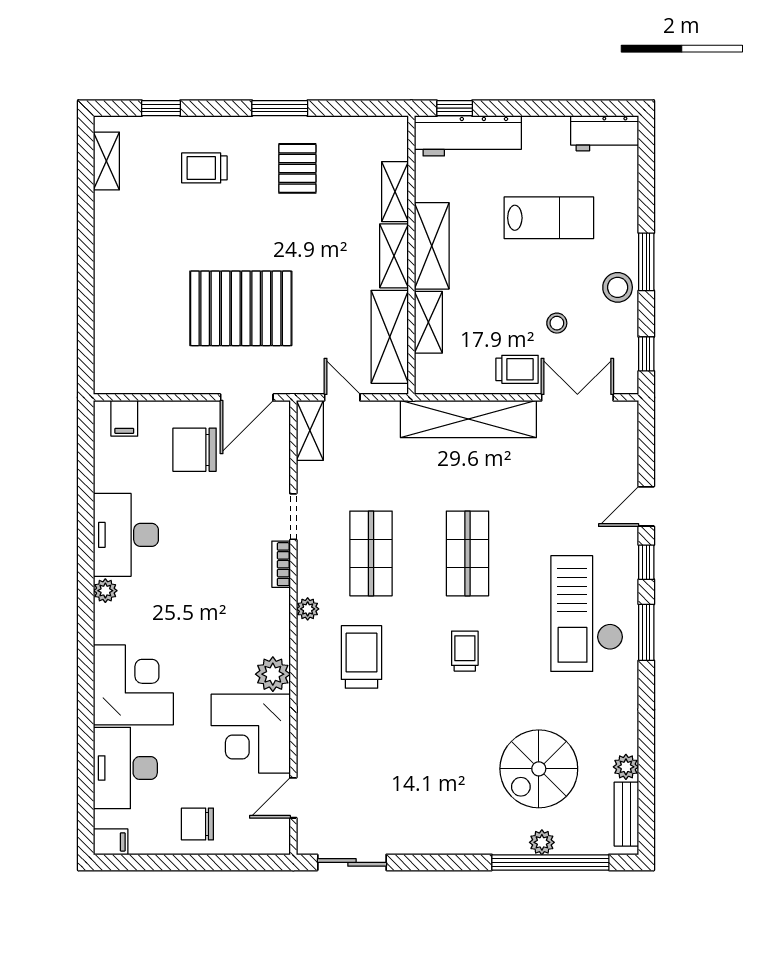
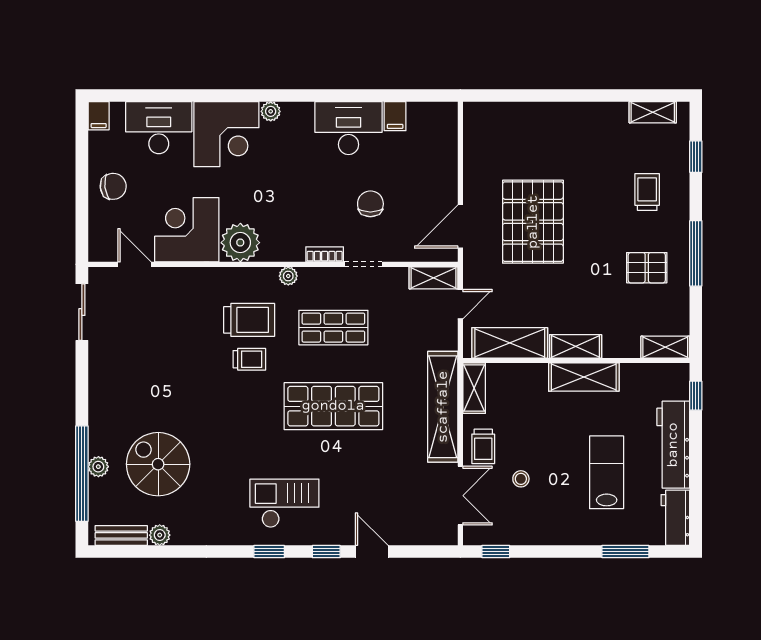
window: (280, 108) -> (696, 253), width x1.44
workbench: (468, 136) -> (673, 445), moved
shelving: (395, 192) -> (665, 347), moved
lab bench: (549, 218) -> (607, 472), turned 180
window: (646, 262) -> (625, 552), moved
stool: (618, 287) -> (550, 528), removed
shelving: (428, 322) -> (474, 388), moved, turned 90
door: (247, 397) -> (460, 227), hinge flipped
filing cabinet: (124, 418) -> (395, 116), moved, turned -90
chair: (195, 450) -> (370, 204), moved, width x0.73, depth x0.73
shop shelf: (467, 553) -> (333, 406), width x1.43, depth x1.36
plant: (105, 591) -> (271, 111), moved
checkout: (587, 614) -> (284, 503), width x0.73, depth x0.83
window: (646, 632) -> (269, 552), width x0.67
trolley: (465, 651) -> (249, 359), moved
plant: (273, 674) -> (240, 243), width x1.36, depth x1.36
chair: (197, 824) -> (113, 186), turned 83

